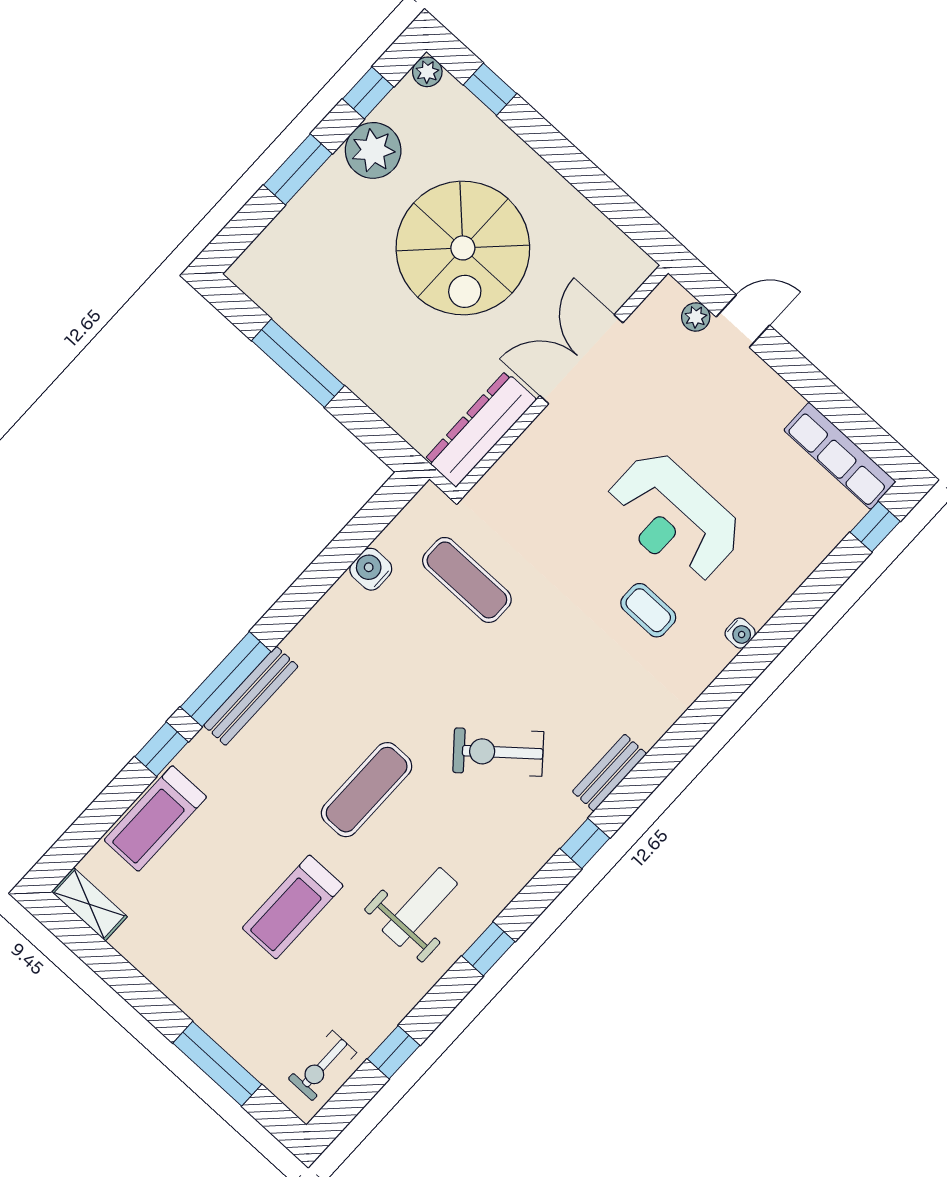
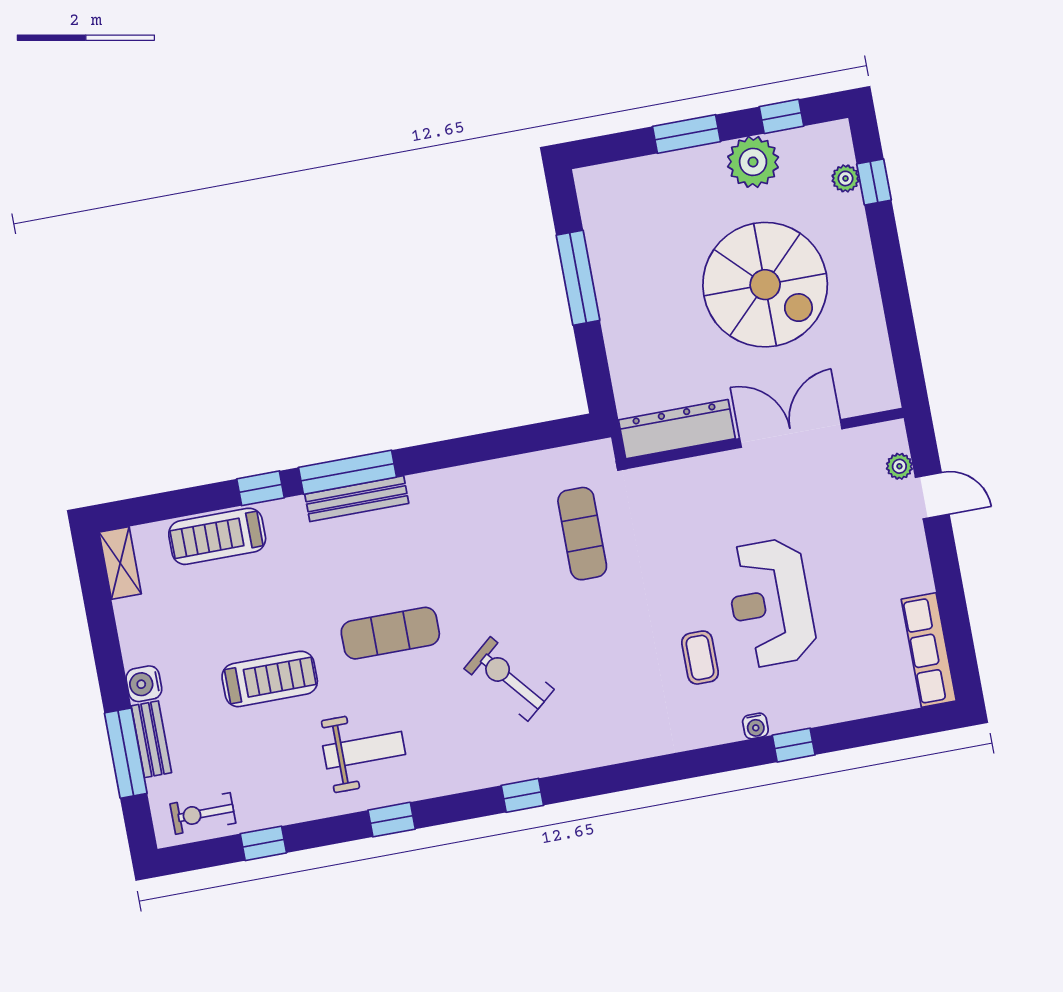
plant: (427, 72) -> (845, 178), moved
spiral stairs: (463, 248) -> (765, 285), turned -90
window: (875, 527) -> (794, 745), moved
water cooler: (371, 569) -> (144, 684), moved, turned -90
bench: (609, 773) -> (151, 739), moved, turned 90
treadmill: (293, 907) -> (270, 679), turned 180

